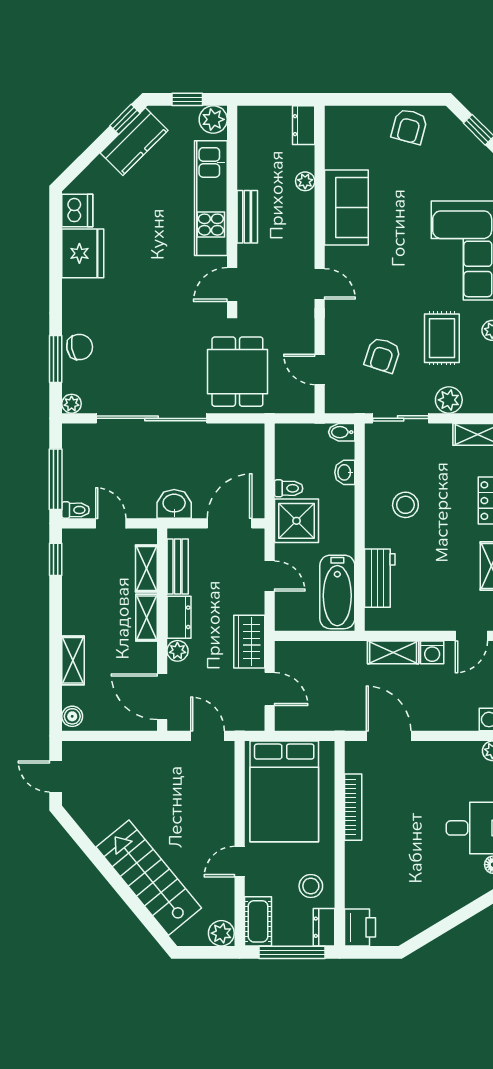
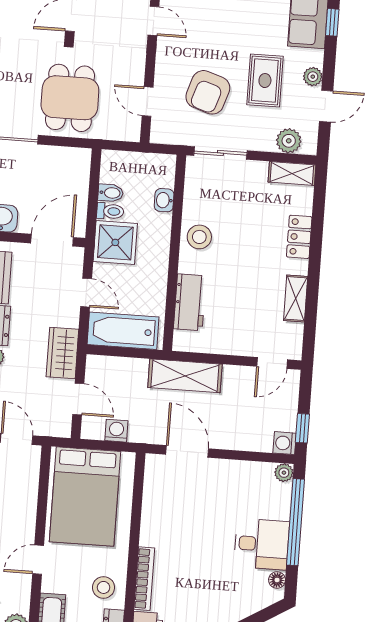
armchair: (383, 355) -> (208, 92), width x1.38, depth x1.38
plant: (449, 400) -> (289, 141), moved
bidet: (342, 432) -> (111, 193), moved, turned 180
stool: (405, 505) -> (199, 237), moved
bathtub: (337, 592) -> (123, 331), moved, turned 90
shelving: (393, 652) -> (185, 376), width x1.50, depth x1.33
washing machine: (432, 652) -> (116, 431), moved, turned 180
bookcase: (353, 807) -> (144, 579), moved

